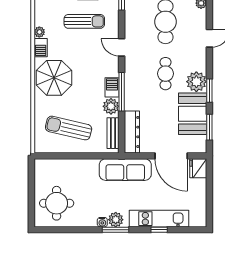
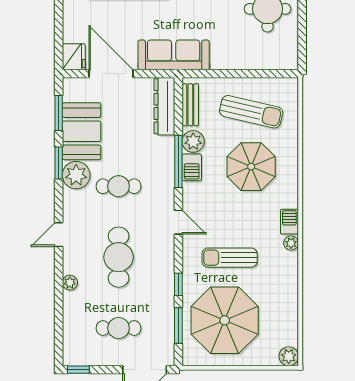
cafe table: (166, 74) -> (119, 186), turned 90
parasol: (54, 78) -> (251, 167), moved

